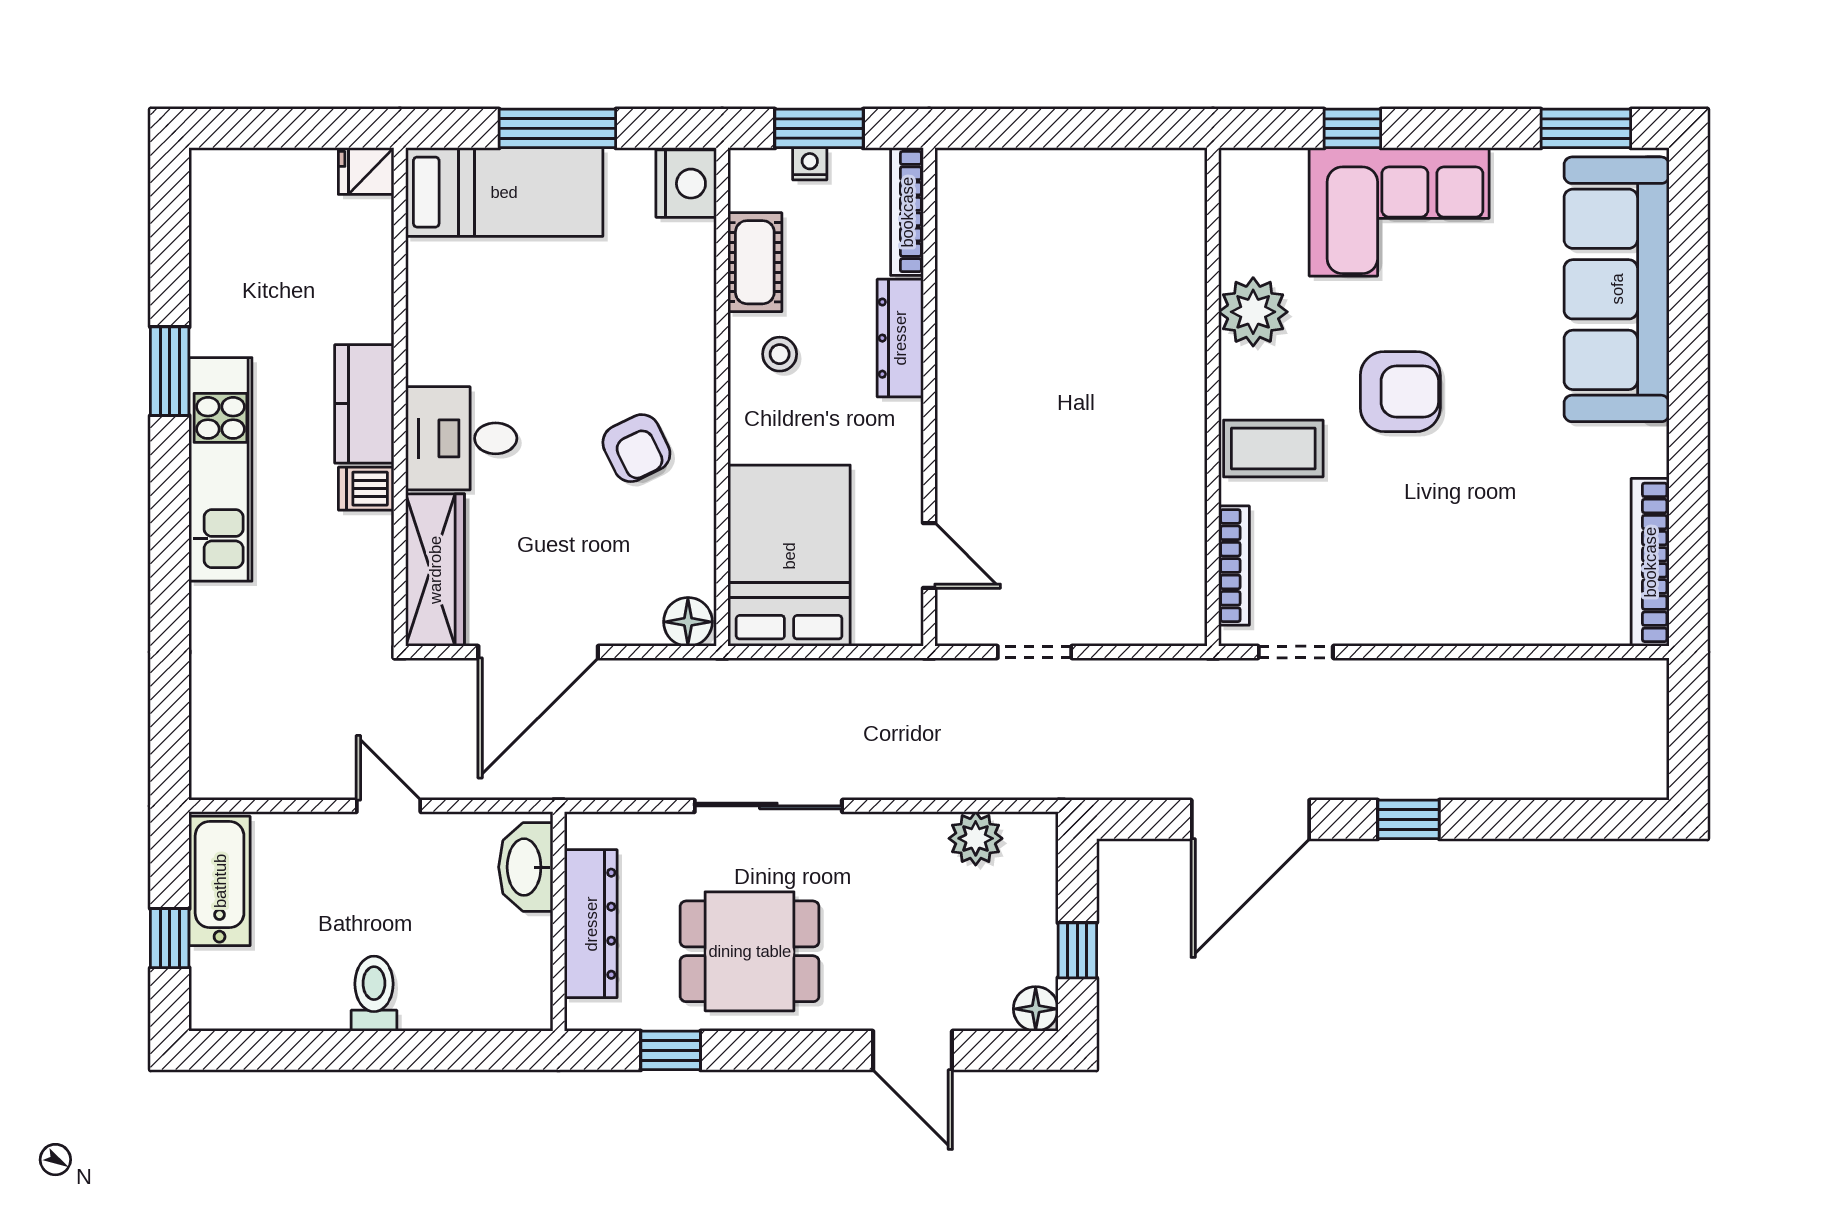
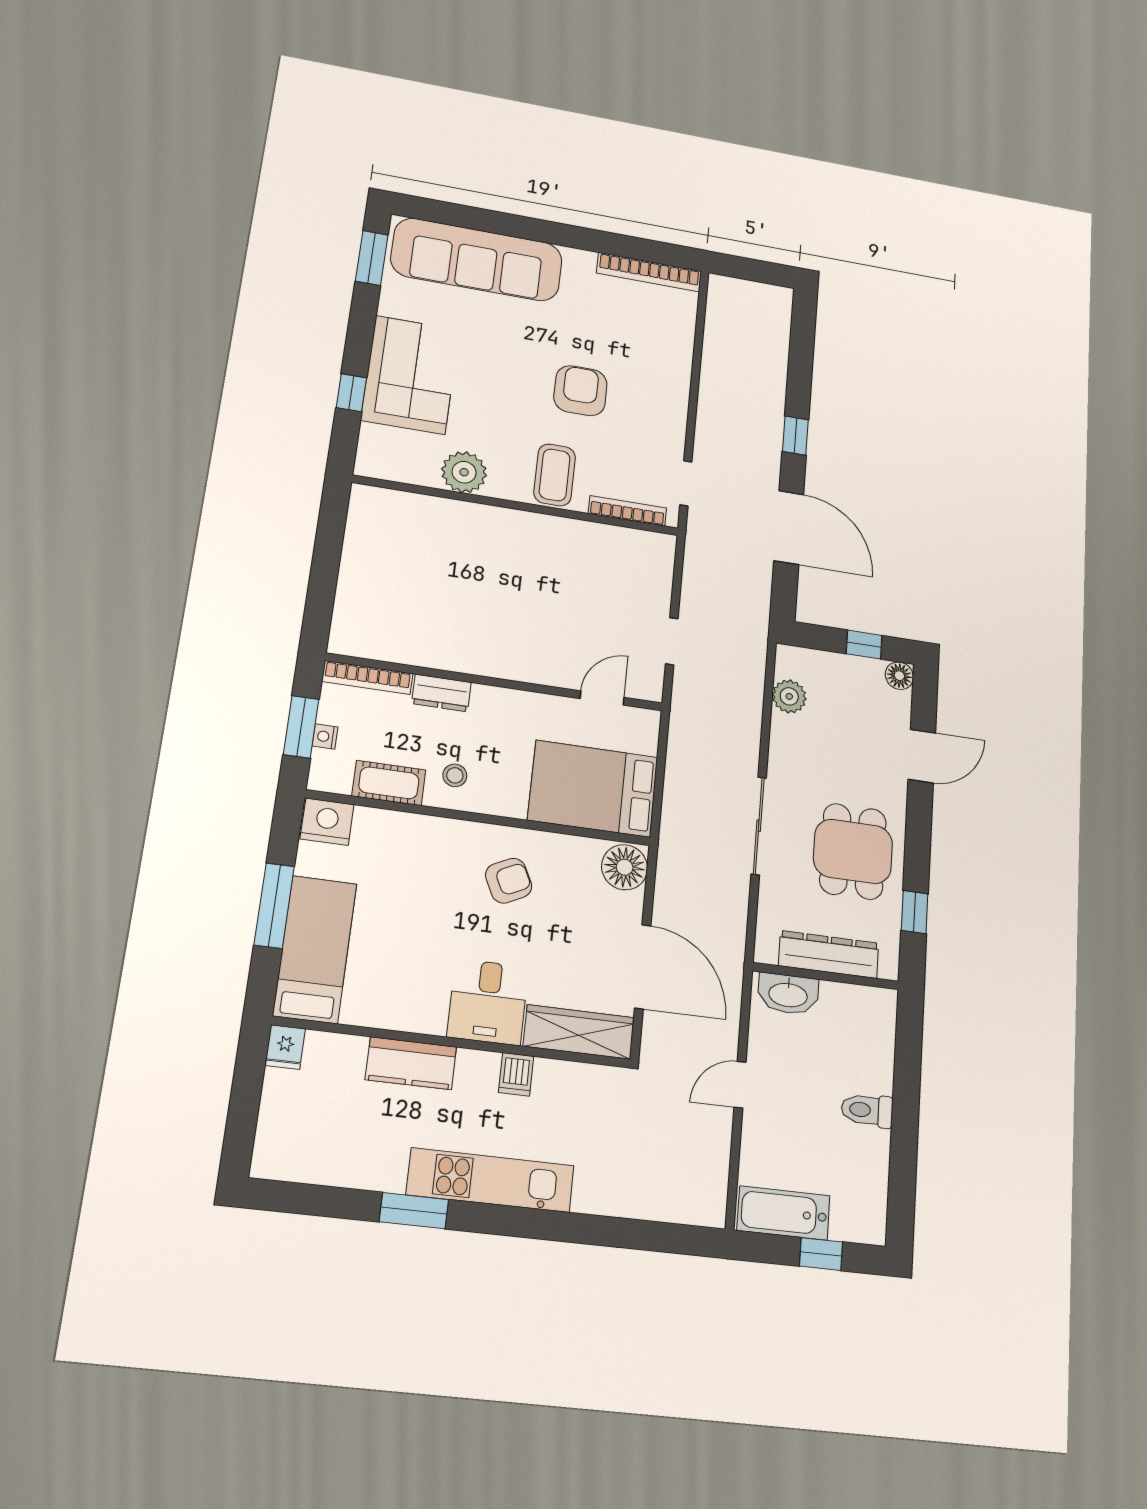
dresser: (900, 338) -> (441, 693), width x0.70
armchair: (1400, 392) -> (580, 391), moved
kitchen counter: (364, 404) -> (411, 1063), moved
floor lamp: (688, 622) -> (625, 867), width x1.38, depth x1.38

